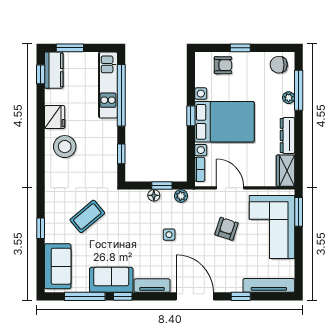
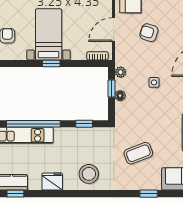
bed with nightstands: (225, 122) -> (49, 34), width x0.73
stool: (65, 147) -> (89, 174), moved
coffee table: (87, 216) -> (138, 153), turned -71

